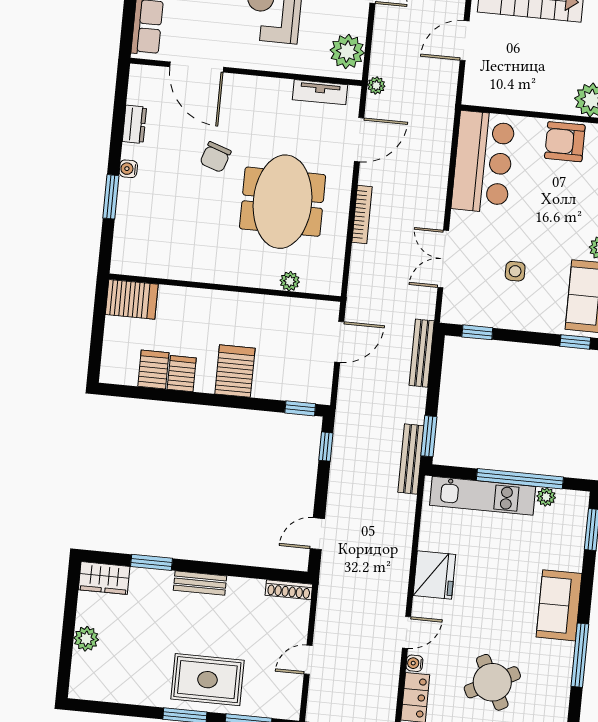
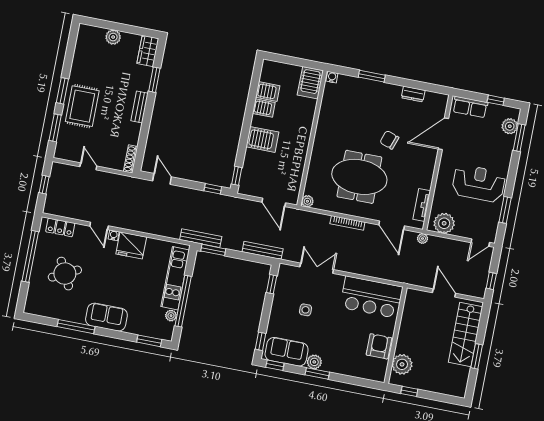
water cooler: (128, 169) -> (332, 77), moved
plant: (290, 281) -> (307, 201), moved
water cooler: (414, 663) -> (114, 235), moved

